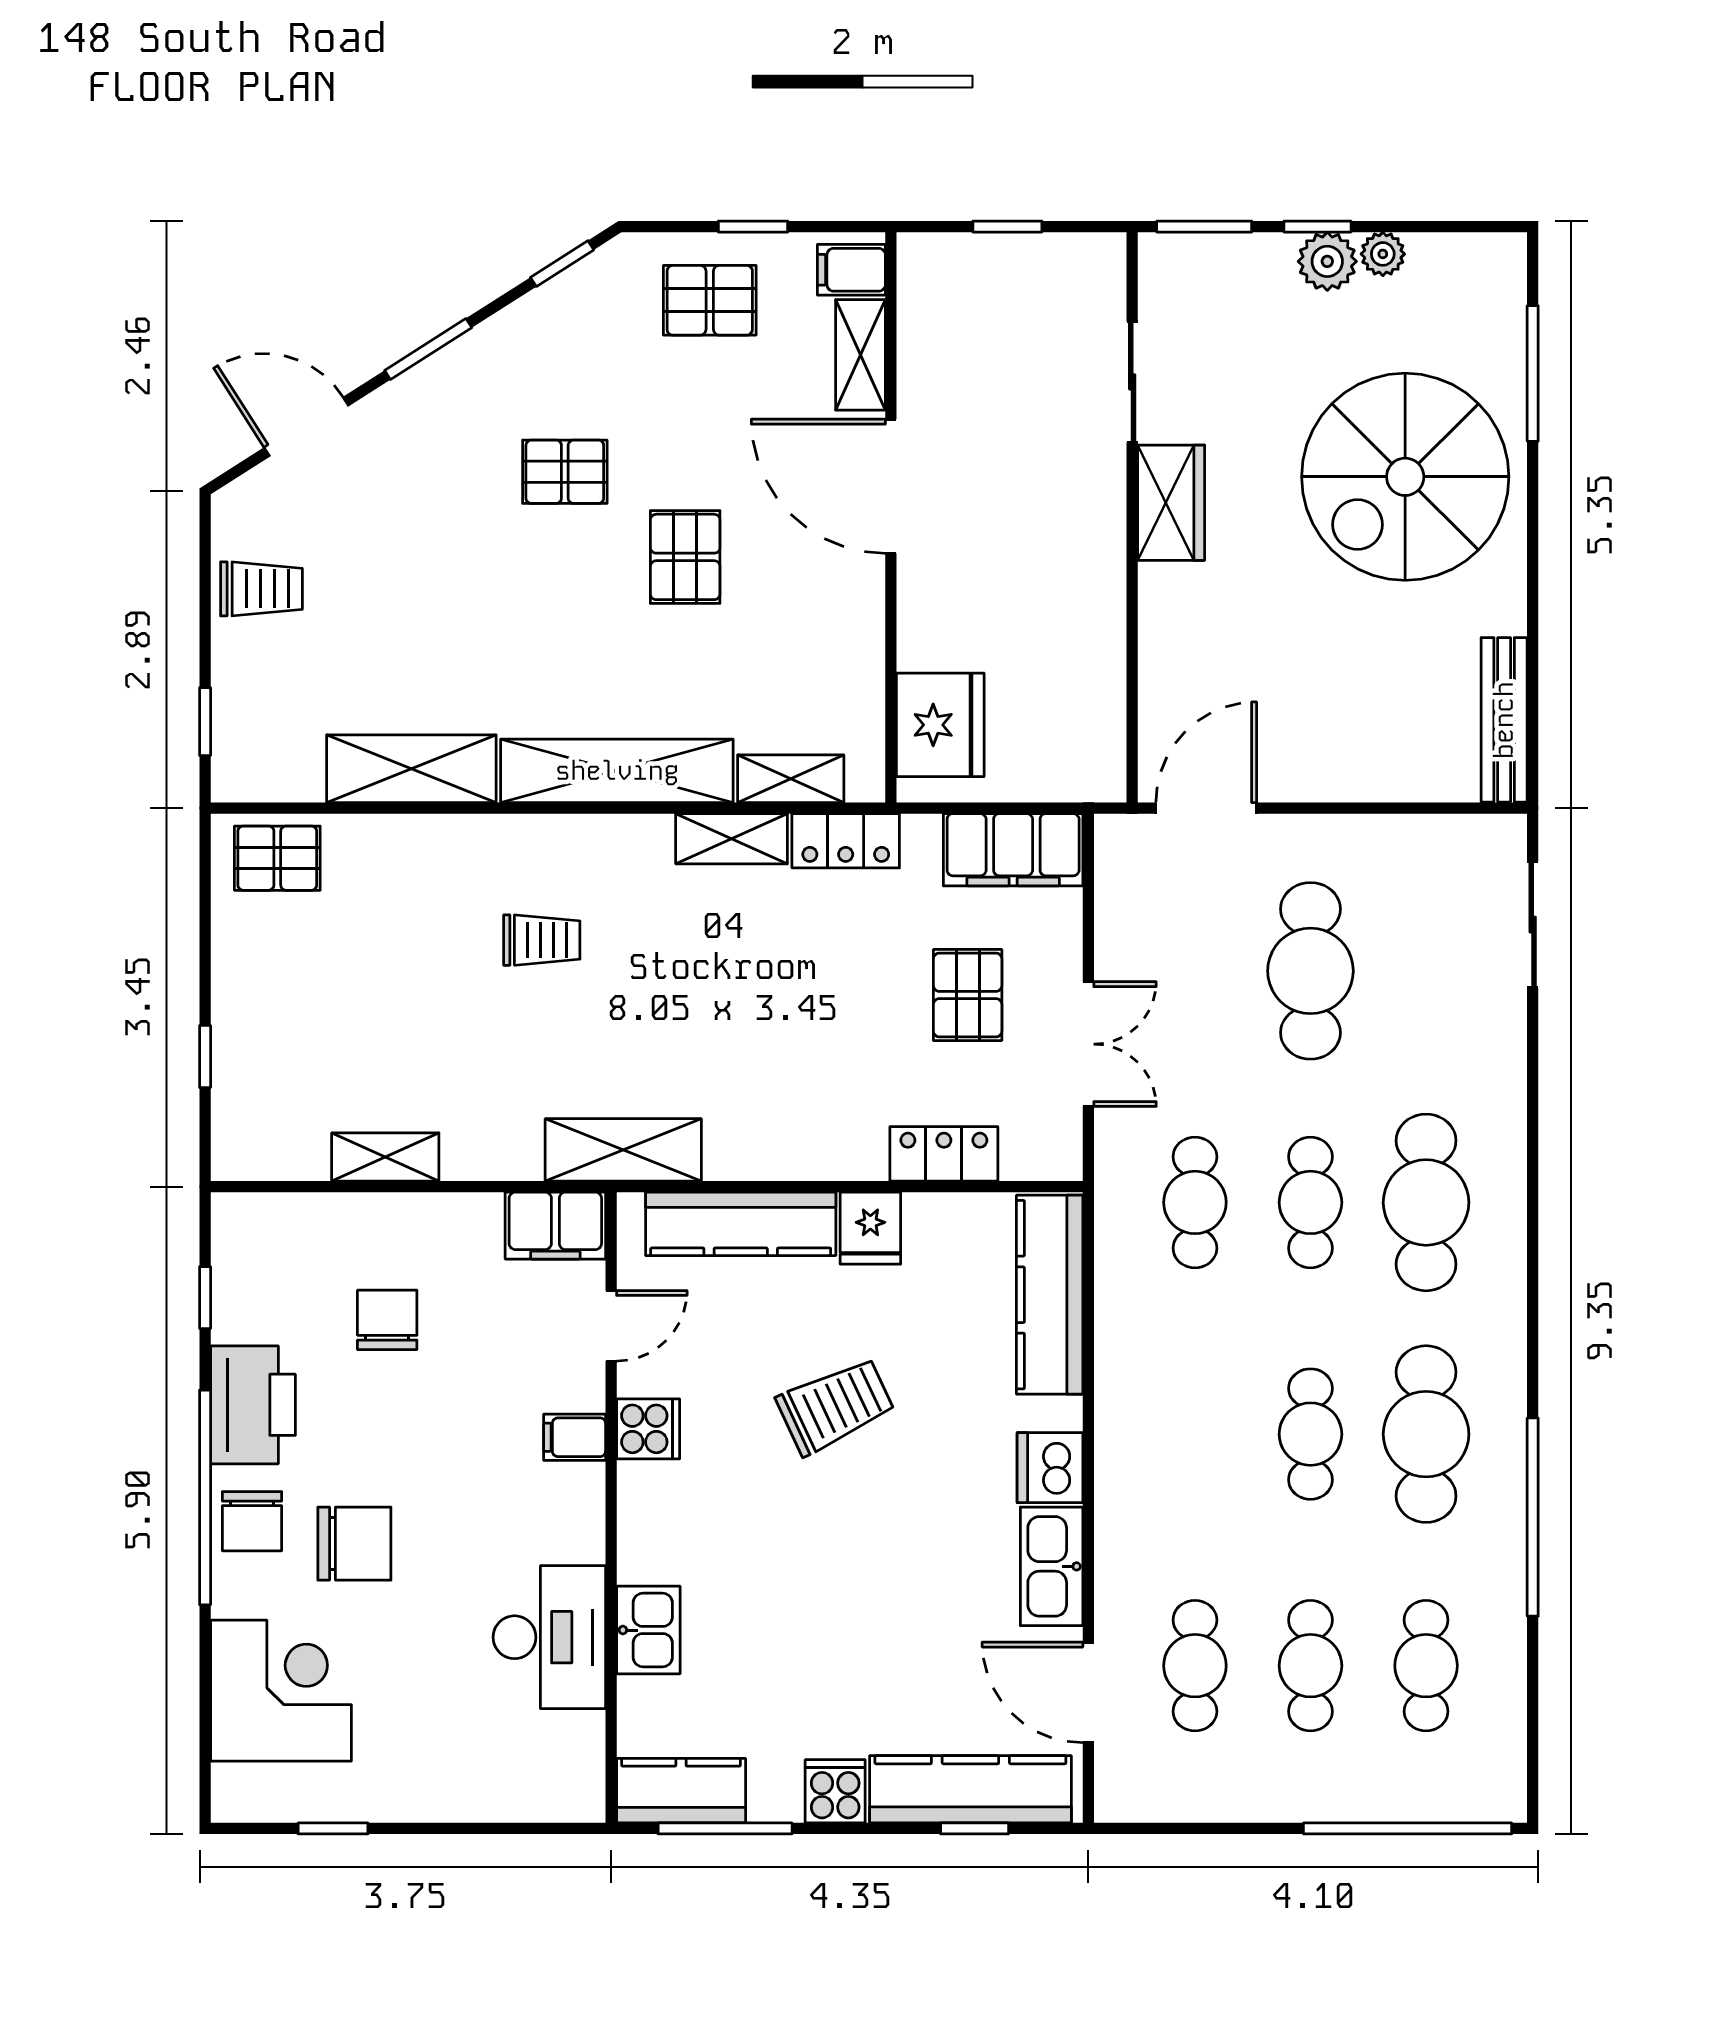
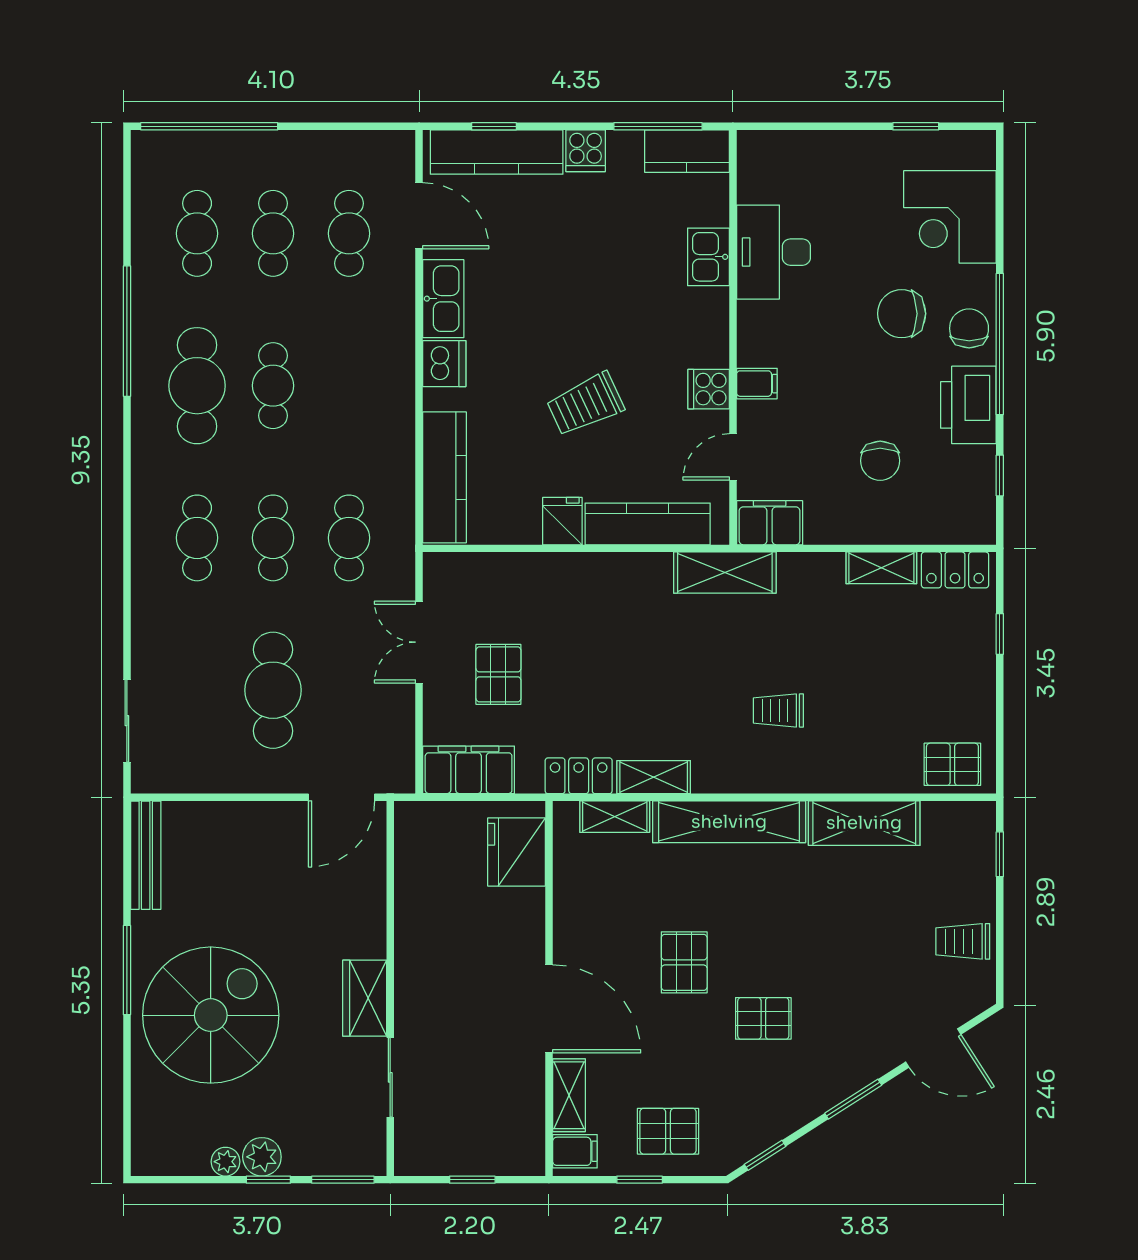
window: (1533, 373) -> (127, 970), moved
locker: (944, 1154) -> (955, 570), moved
cafe table: (1426, 1202) -> (197, 538), width x0.73, depth x0.74

